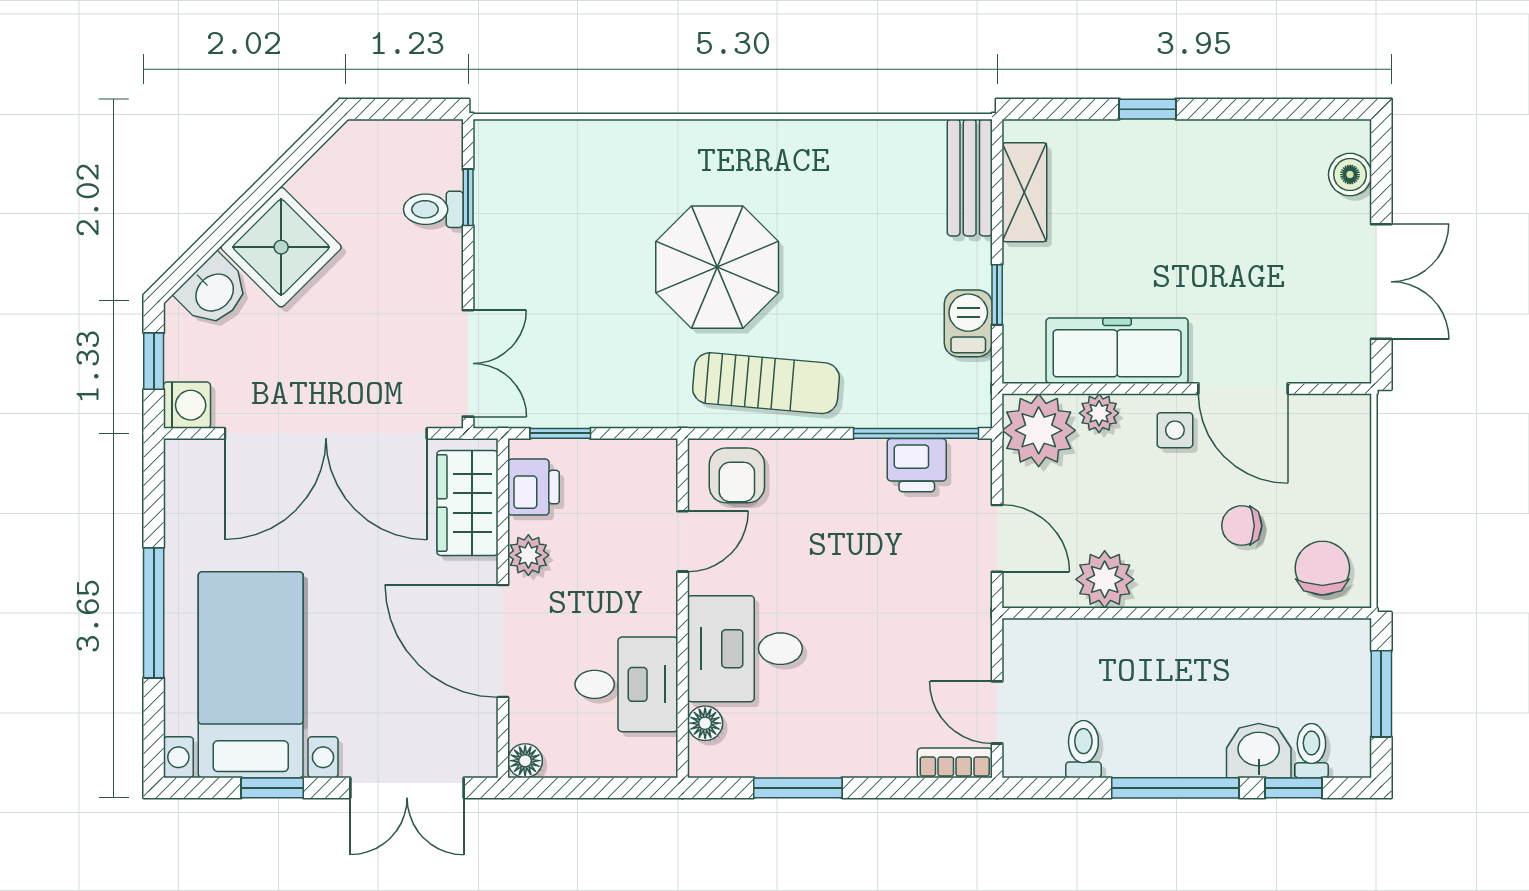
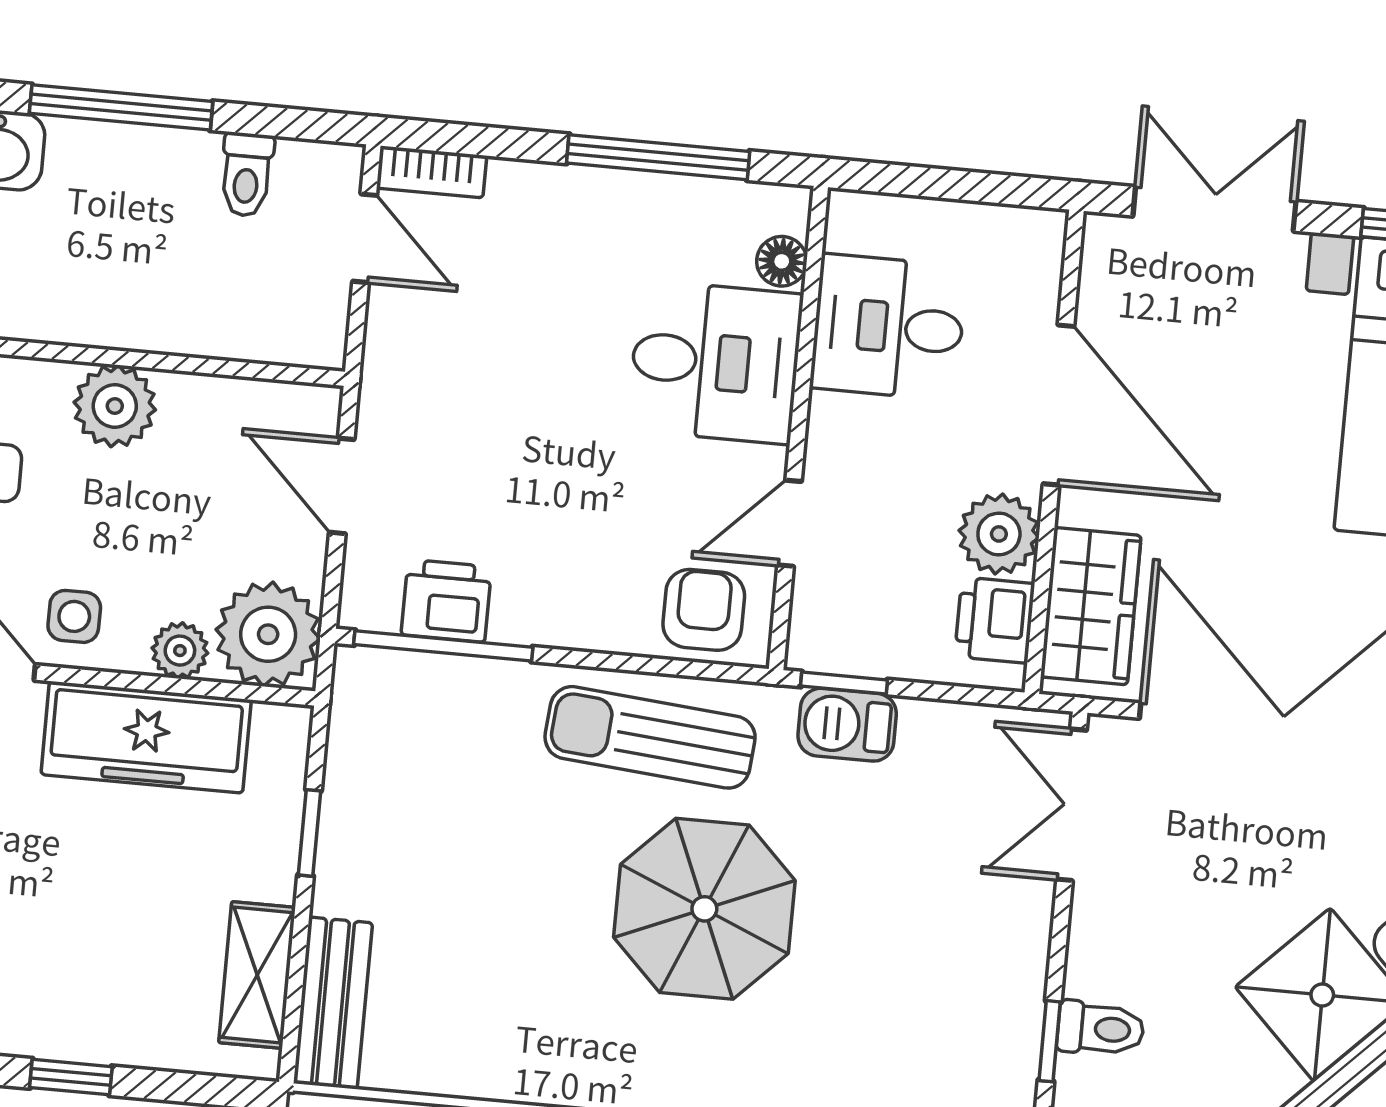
barbecue: (968, 323) -> (847, 725), moved, turned 90
window: (560, 433) -> (844, 683), moved
plant: (528, 555) -> (999, 534), width x1.38, depth x1.38
plant: (1105, 579) -> (115, 406), moved
floor lamp: (525, 761) -> (1043, 232), removed
window: (798, 788) -> (658, 157), width x1.44

